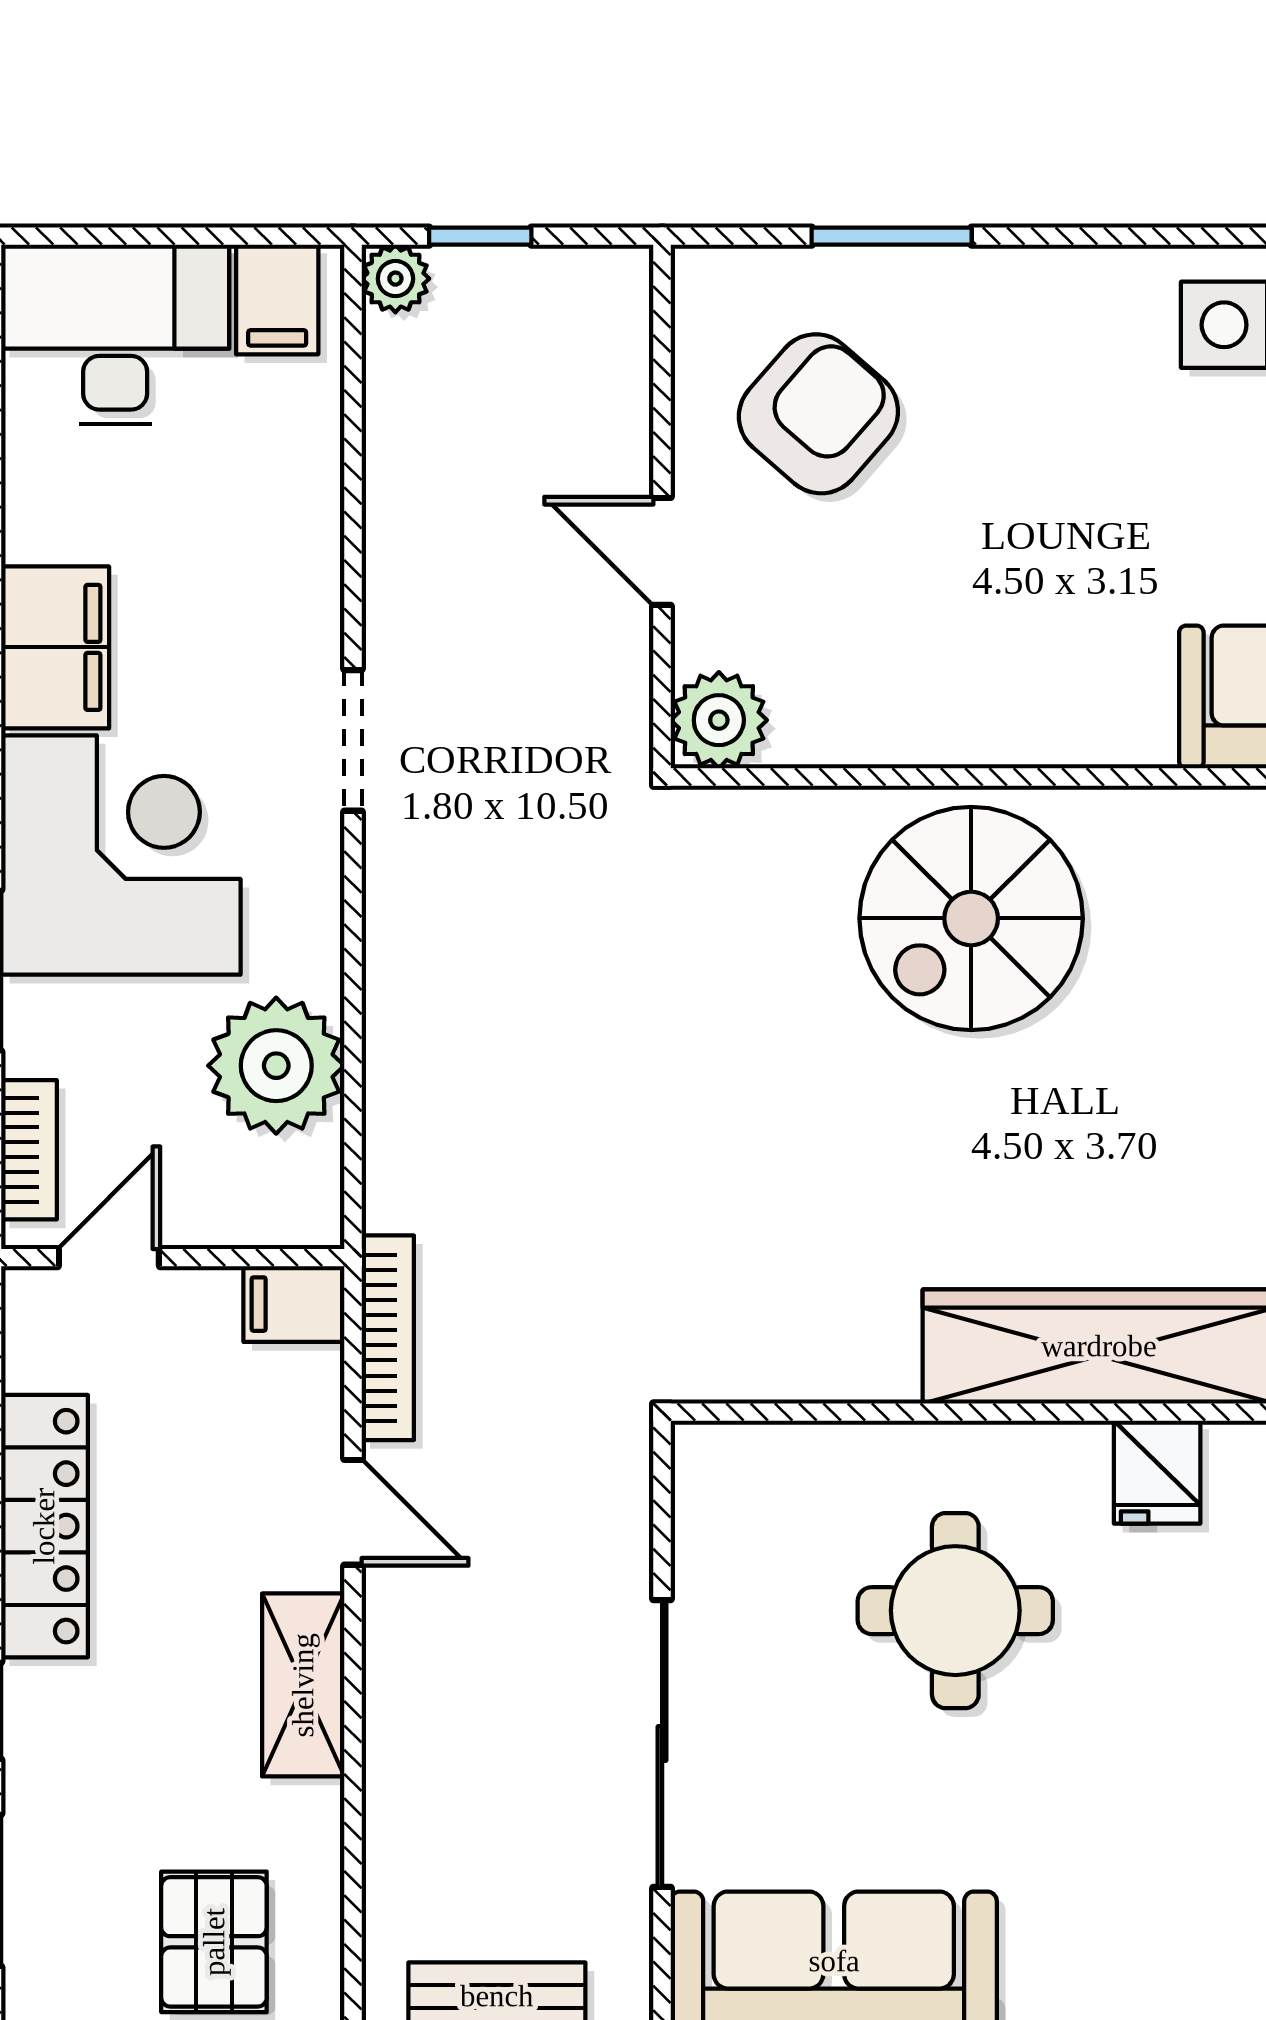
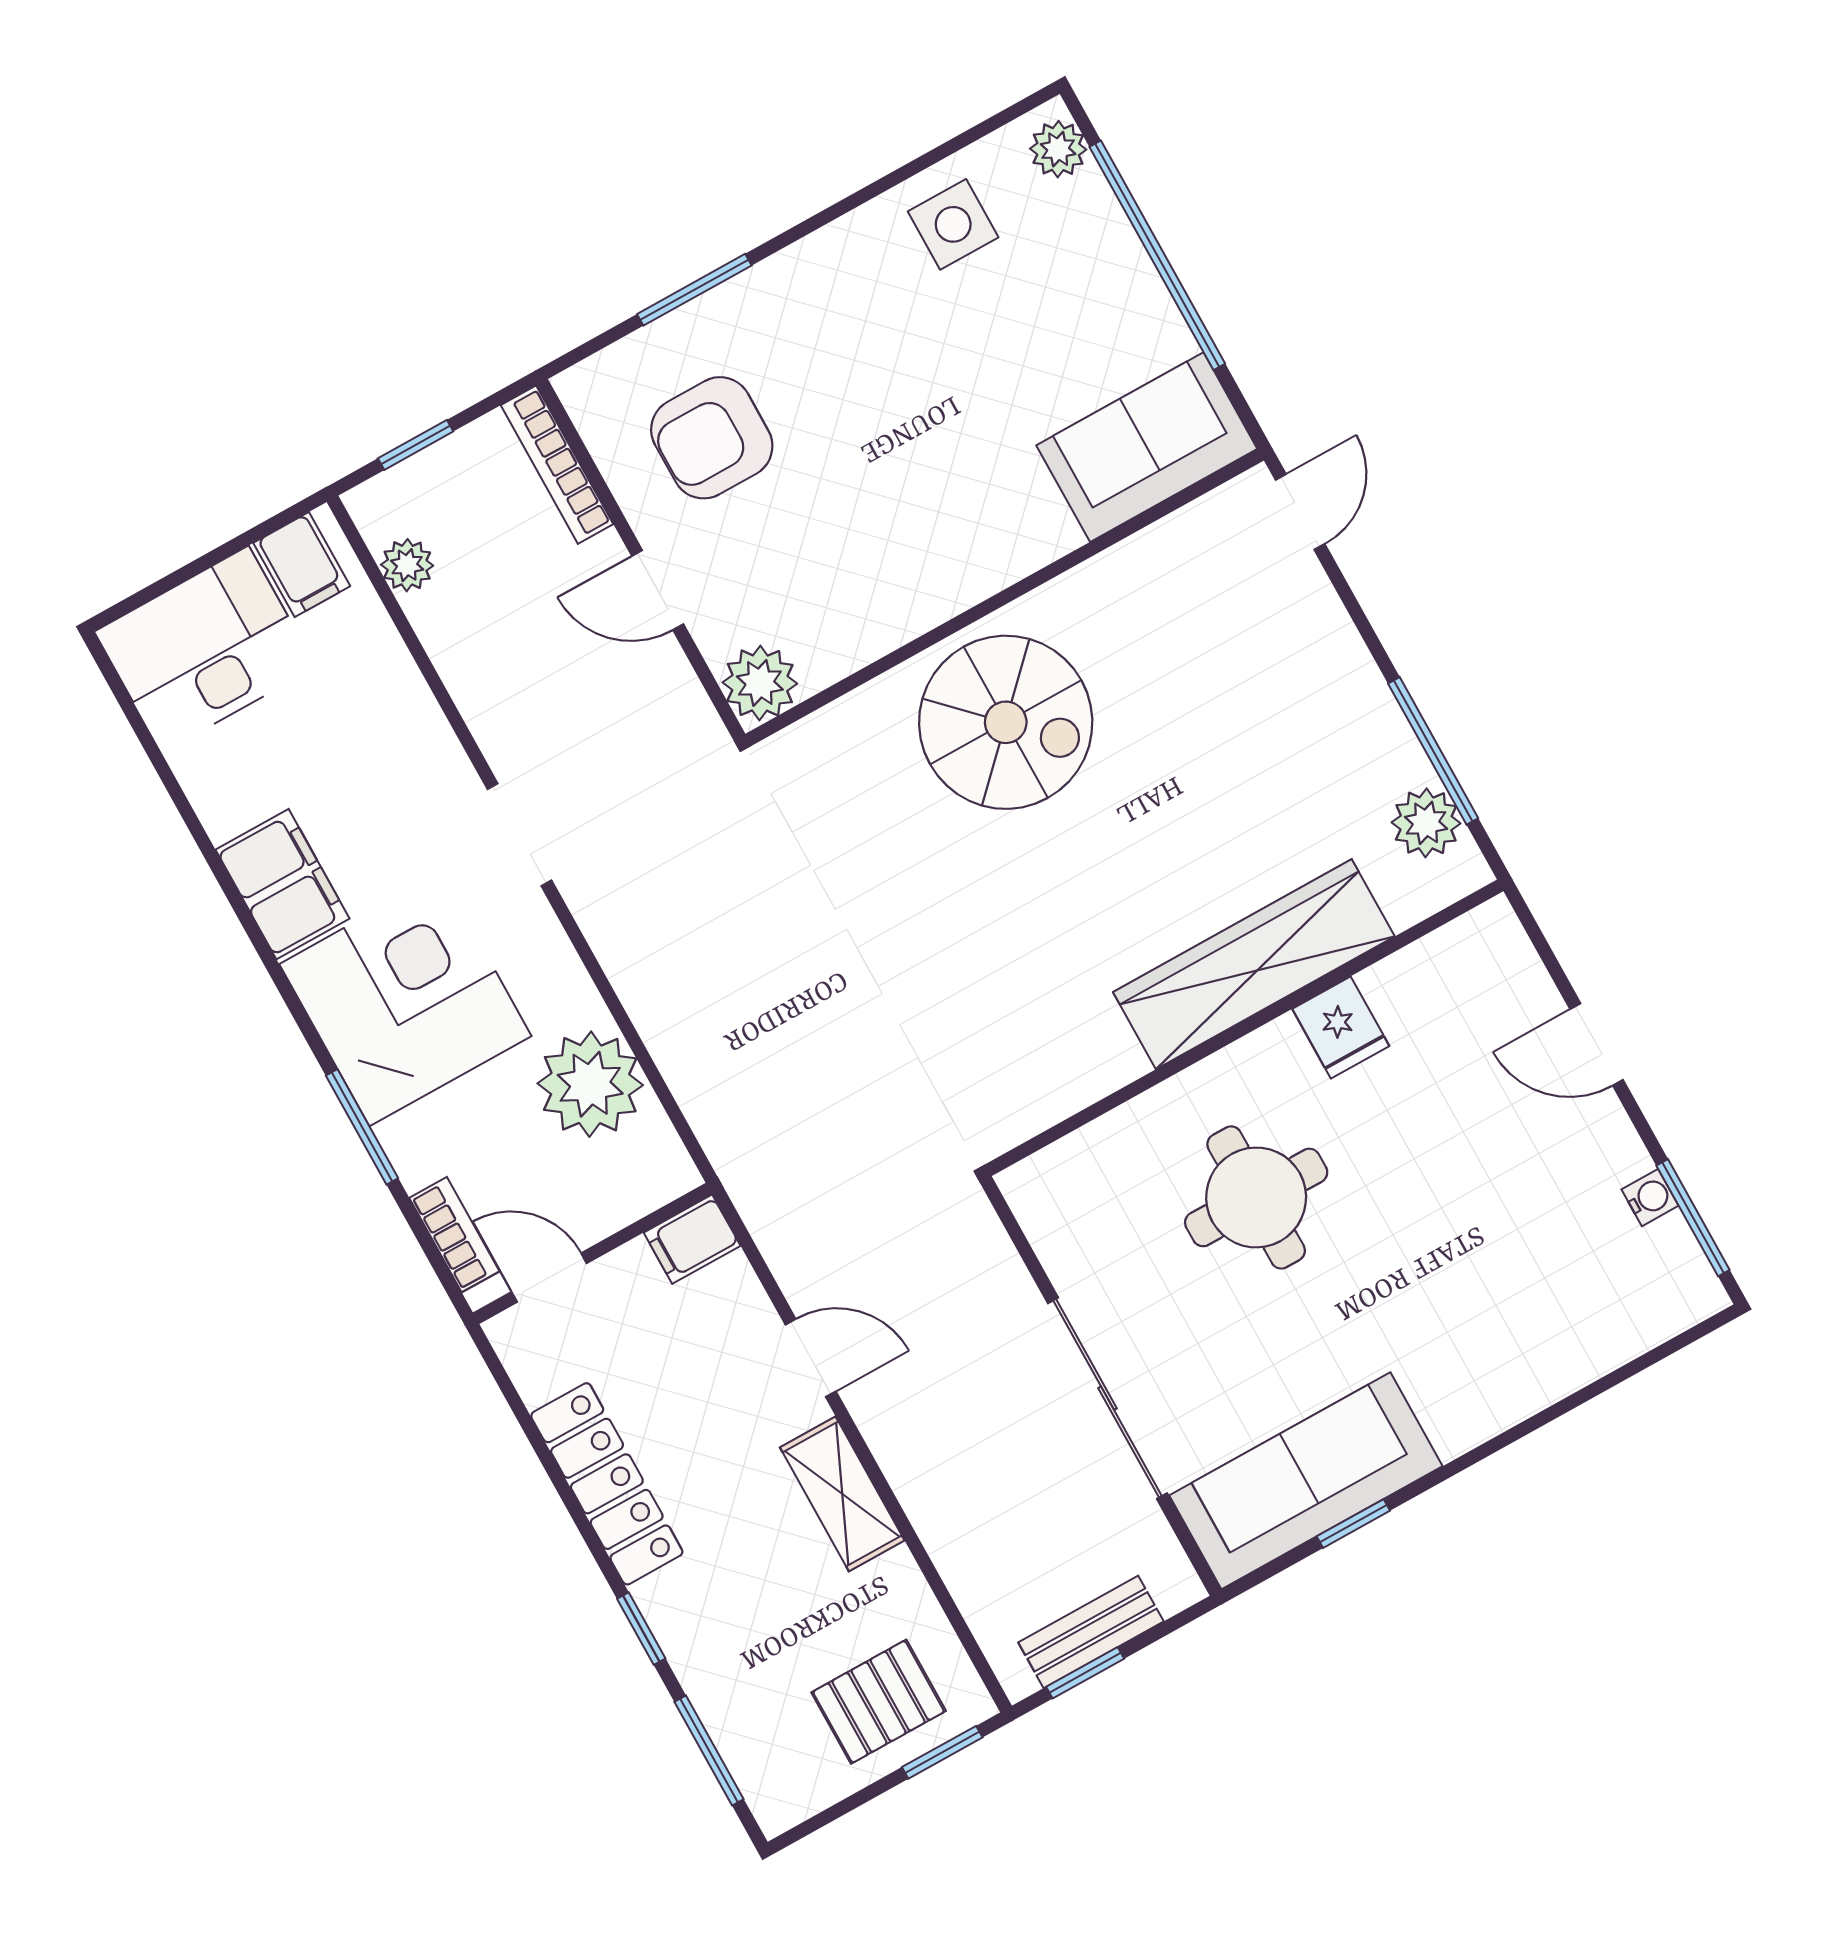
plant: (395, 279) -> (407, 565), moved
armchair: (818, 414) -> (712, 438), turned -131
spiral stairs: (971, 918) -> (1006, 722), turned -90
door: (109, 1258) -> (549, 1277), hinge flipped
bookcase: (388, 1338) -> (557, 465), moved, turned 180
pallet: (214, 1942) -> (879, 1702), turned 90

